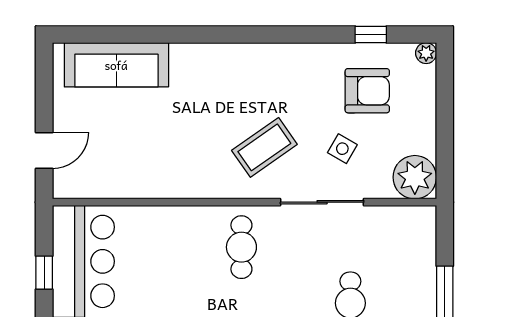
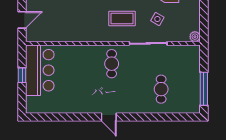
coffee table: (264, 147) -> (122, 18), turned 35
plant: (415, 177) -> (195, 37), width x0.53, depth x0.53

